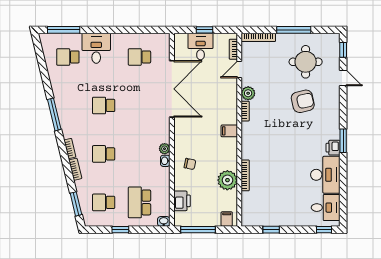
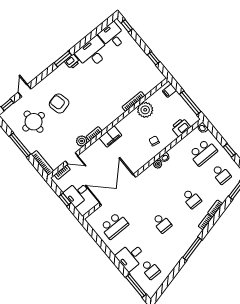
school desk: (139, 57) -> (114, 226), width x1.85
filing cabinet: (229, 131) -> (111, 137), width x2.00

